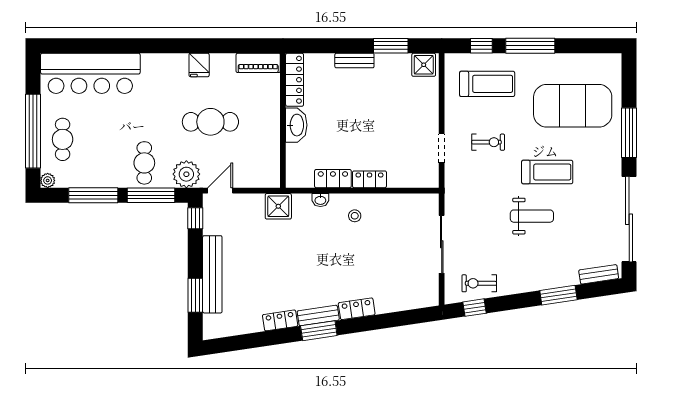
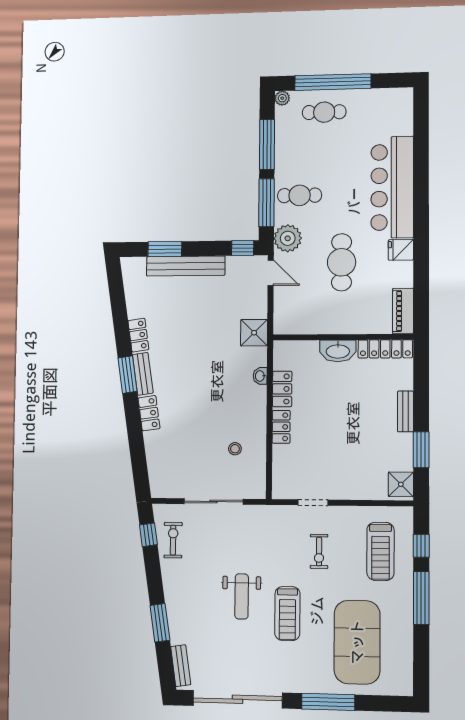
bar counter: (90, 73) -> (392, 187), moved
stool: (355, 216) -> (235, 449), moved

